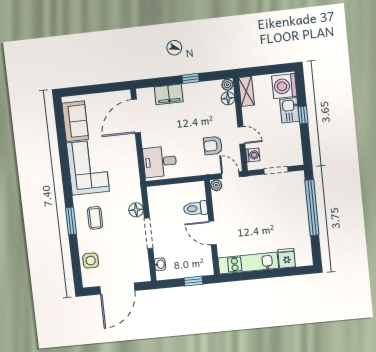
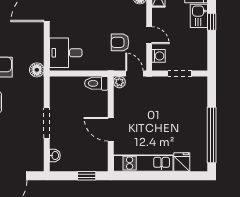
toilet: (195, 208) -> (96, 83), moved
window: (312, 208) -> (212, 135), moved
floor lamp: (136, 210) -> (37, 70), moved

